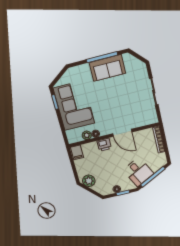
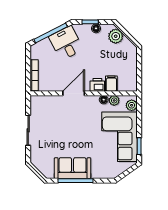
door: (122, 133) -> (74, 93), hinge flipped
plant: (71, 135) -> (132, 105), added
filing cabinet: (77, 152) -> (111, 84), moved
plant: (89, 181) -> (116, 36), moved

